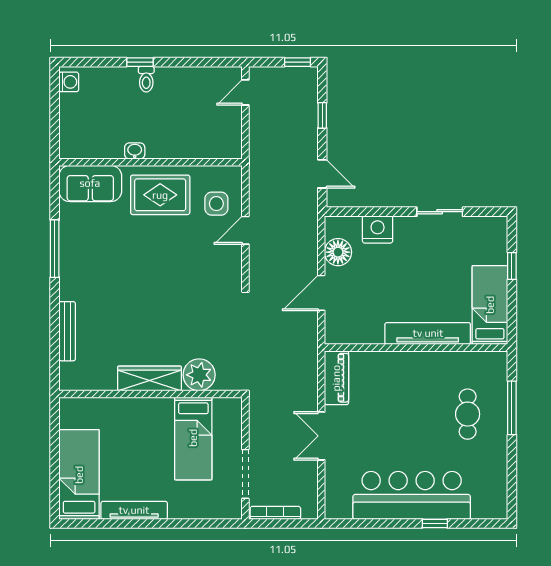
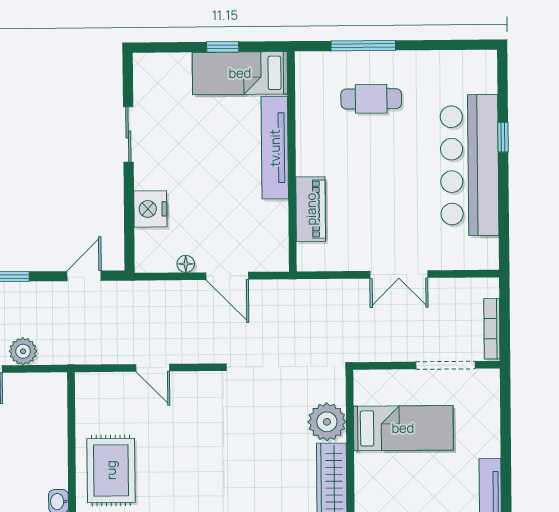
plant: (260, 122) -> (23, 351), added
side table: (216, 204) -> (121, 403), removed
floor lamp: (338, 252) -> (186, 264), width x0.53, depth x0.53
window: (512, 266) -> (223, 47), moved
piano: (336, 378) -> (311, 209), moved, turned 90

